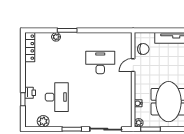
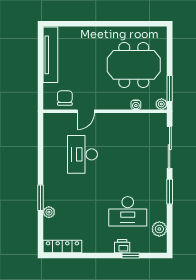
door: (133, 65) -> (86, 111), hinge flipped
desk: (57, 97) -> (128, 211), turned 180

